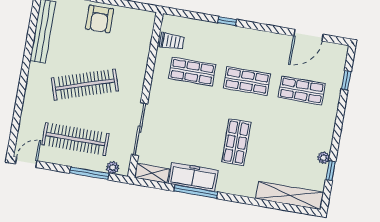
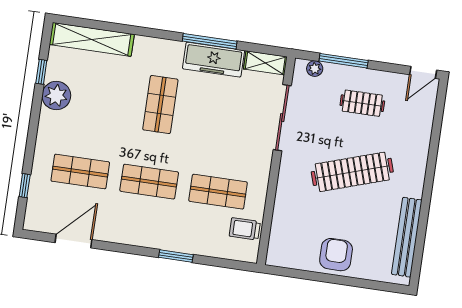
window: (227, 21) -> (176, 256), width x1.50
clothes rail: (75, 139) -> (362, 103), width x0.54, depth x0.76
plant: (323, 158) -> (56, 96), width x1.88, depth x1.88

